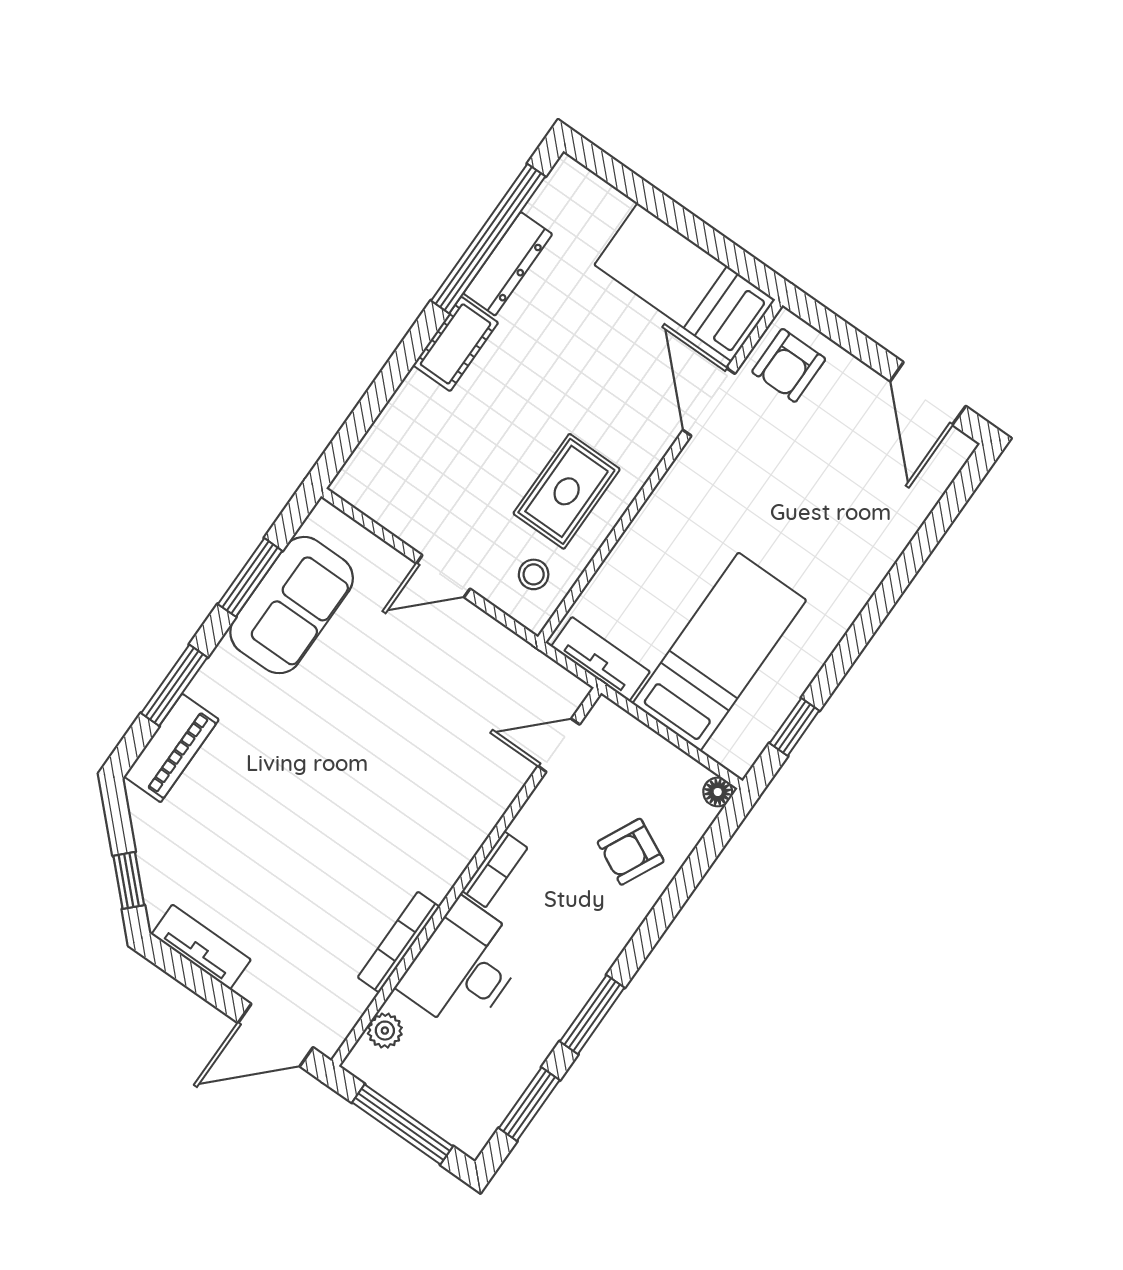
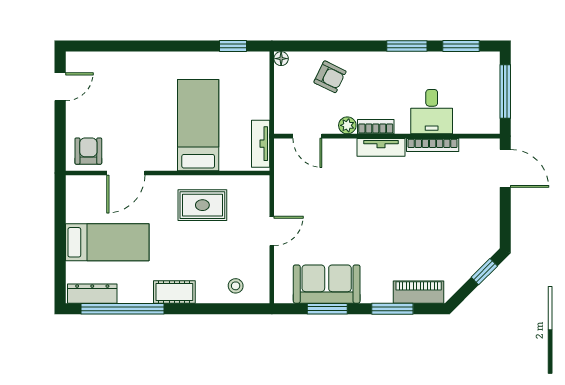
dresser: (508, 264) -> (92, 294), moved
bed: (685, 282) -> (107, 242), moved, turned -90
armchair: (789, 365) -> (88, 151), turned -90
door: (928, 394) -> (60, 87), width x0.73
stool: (534, 574) -> (236, 286), moved
door: (443, 576) -> (272, 231), hinge flipped
bed: (719, 652) -> (198, 125), moved, turned 90
tv unit: (201, 947) -> (381, 147), moved, turned -90
desk: (464, 967) -> (432, 112), width x0.73
plant: (385, 1031) -> (347, 125), moved

